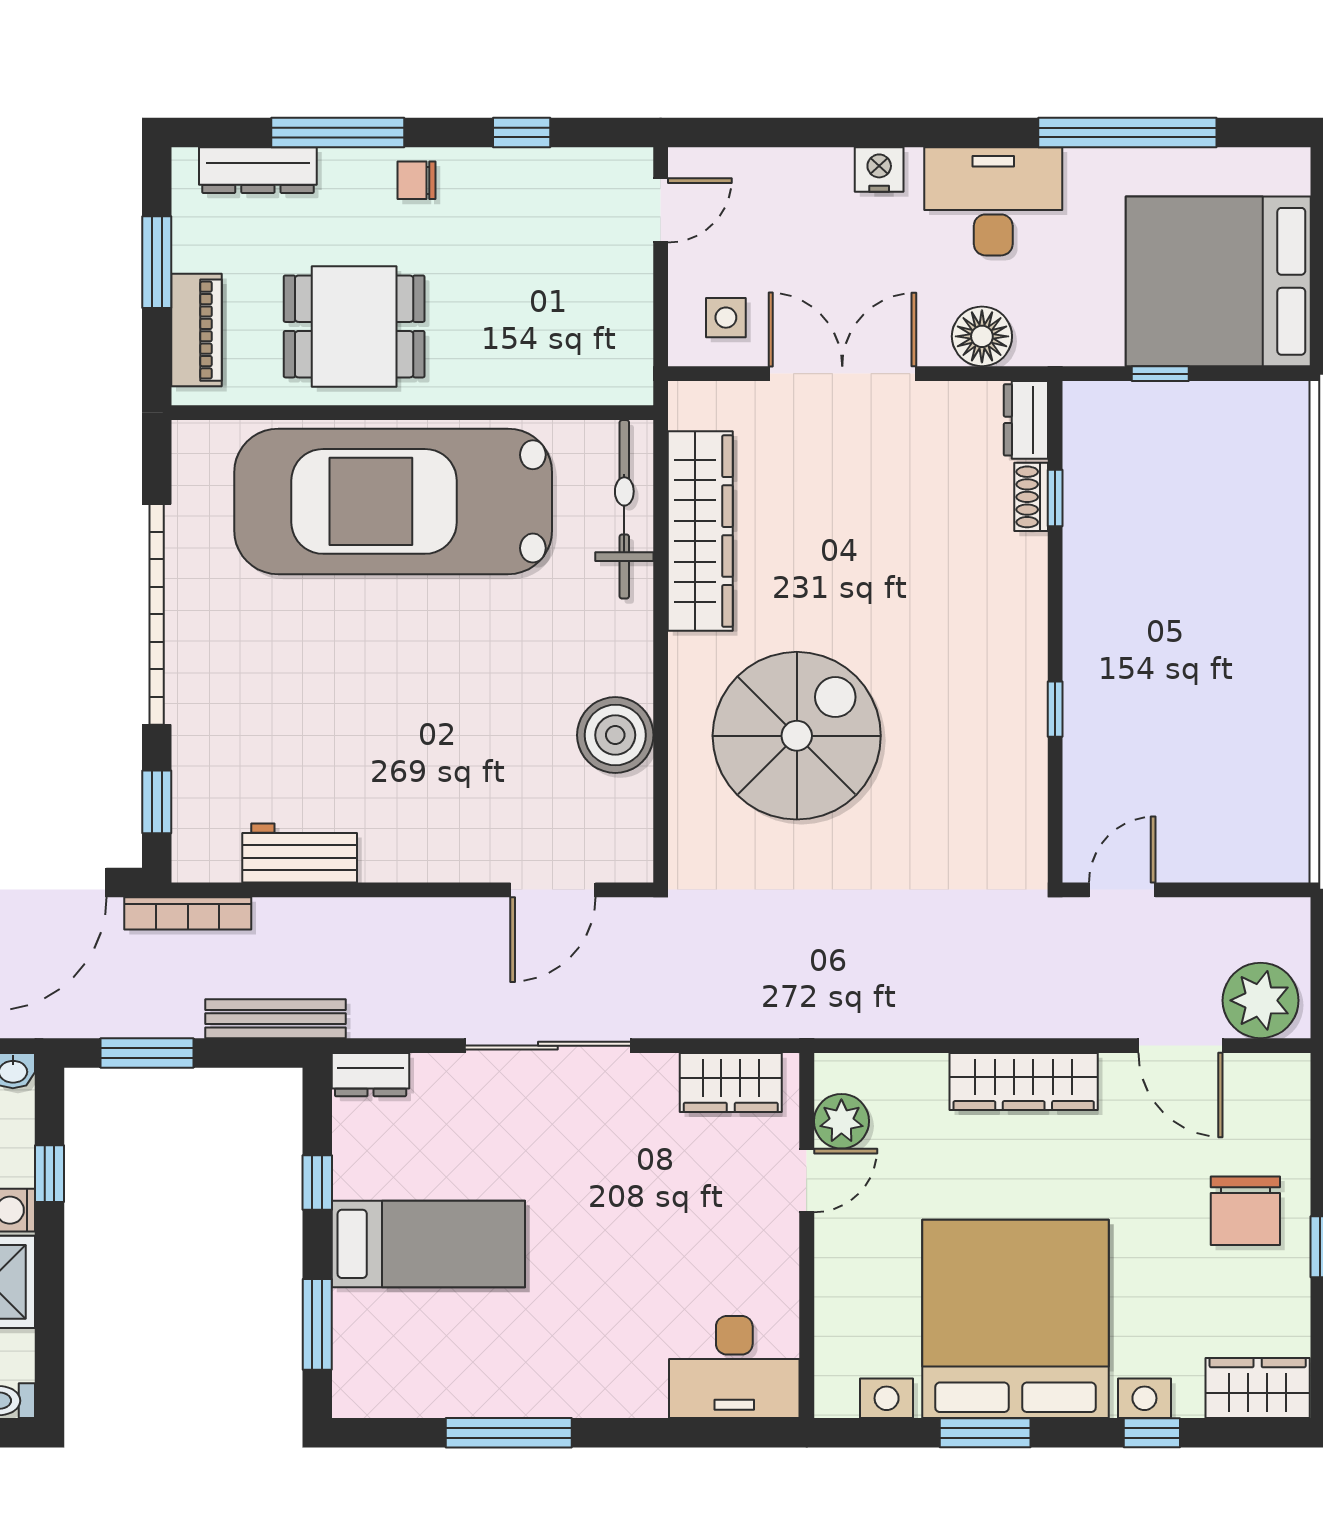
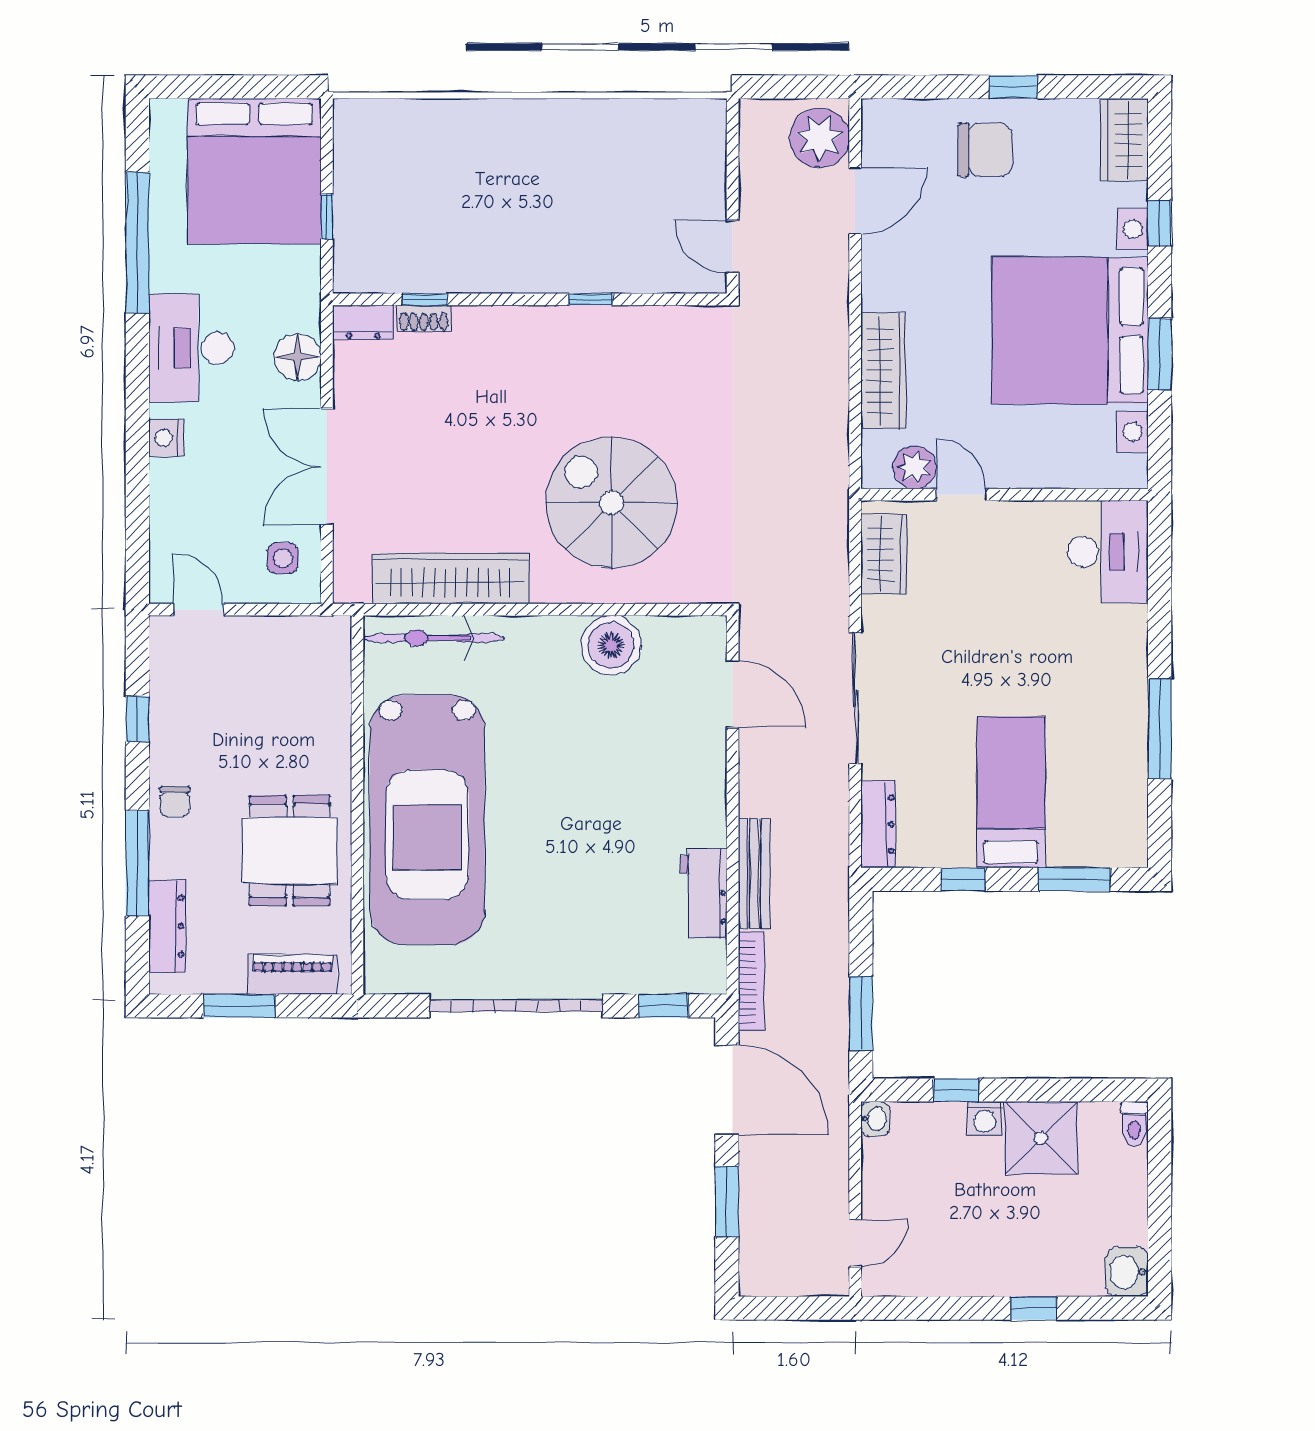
bench: (275, 1019) -> (754, 873), moved
dresser: (371, 1075) -> (878, 824), width x1.44
wardrobe: (1024, 1082) -> (883, 371), moved

